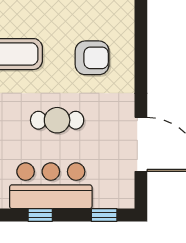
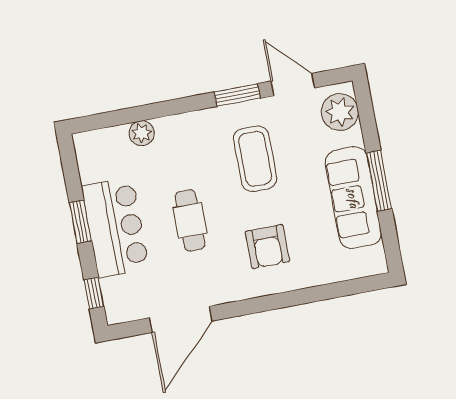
window: (40, 215) -> (80, 222), width x1.50

